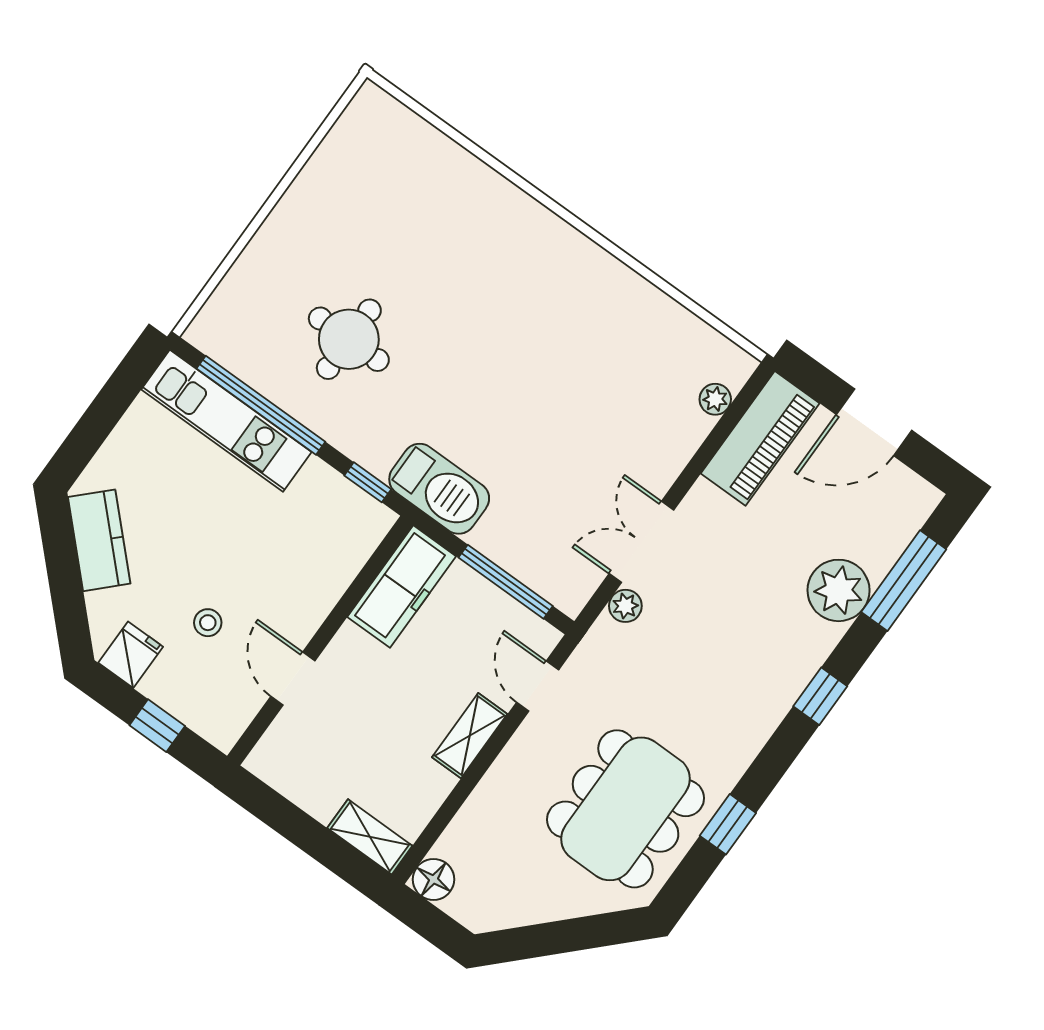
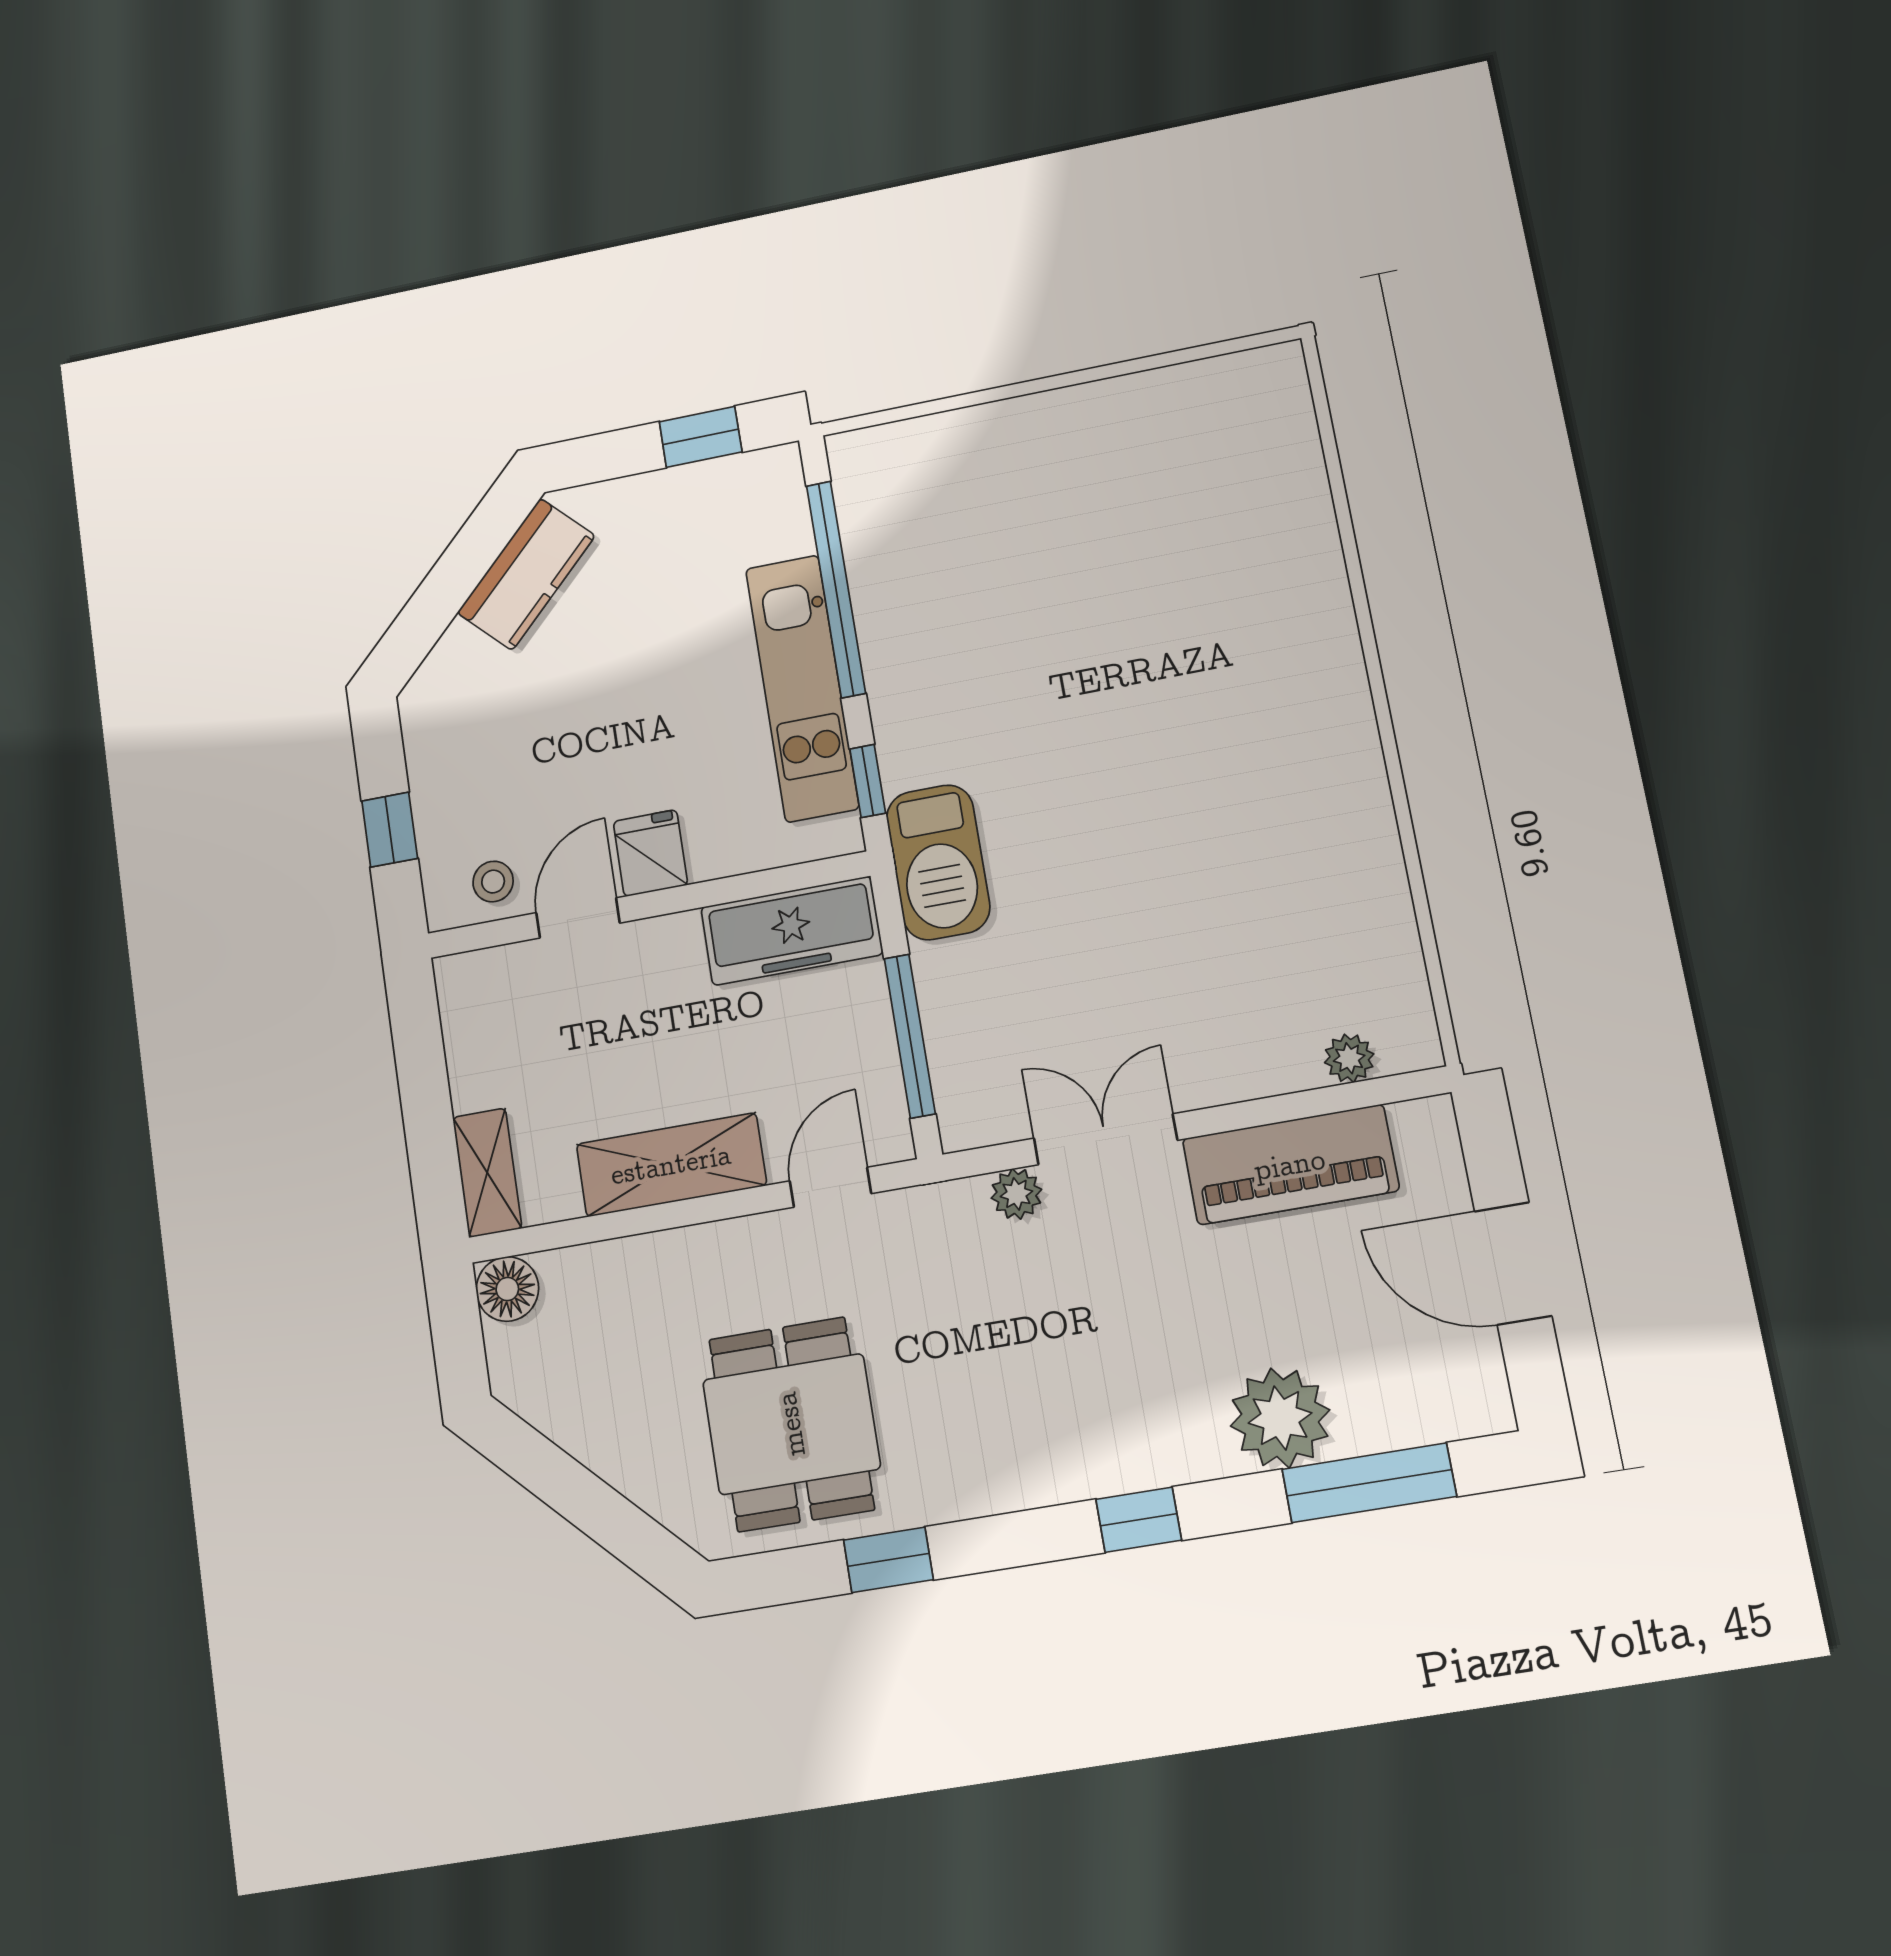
round table: (349, 339) -> (1001, 606), removed
window: (119, 393) -> (701, 437), added
kitchen unit: (226, 421) -> (802, 688), moved
piano: (760, 438) -> (1290, 1165), moved
stool: (208, 623) -> (493, 882), moved
fridge: (131, 655) -> (650, 853), moved, turned -90
shelving: (470, 736) -> (671, 1165), width x1.50, depth x1.33
dining table: (626, 809) -> (791, 1424), width x0.73

